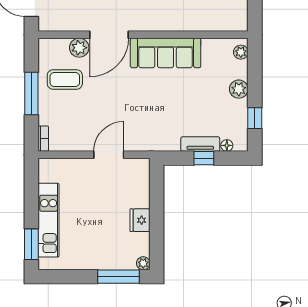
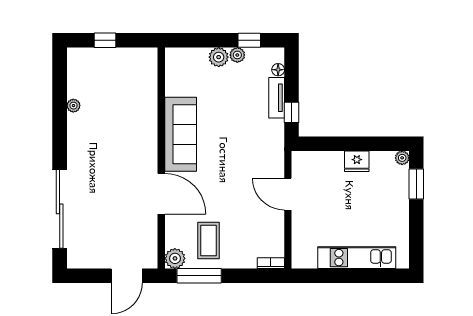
plant: (79, 48) -> (175, 258), moved
plant: (241, 52) -> (237, 55), moved
window: (31, 94) -> (199, 276), moved
window: (204, 158) -> (291, 112), moved
window: (31, 244) -> (382, 276), removed
window: (118, 277) -> (416, 184), width x0.69

